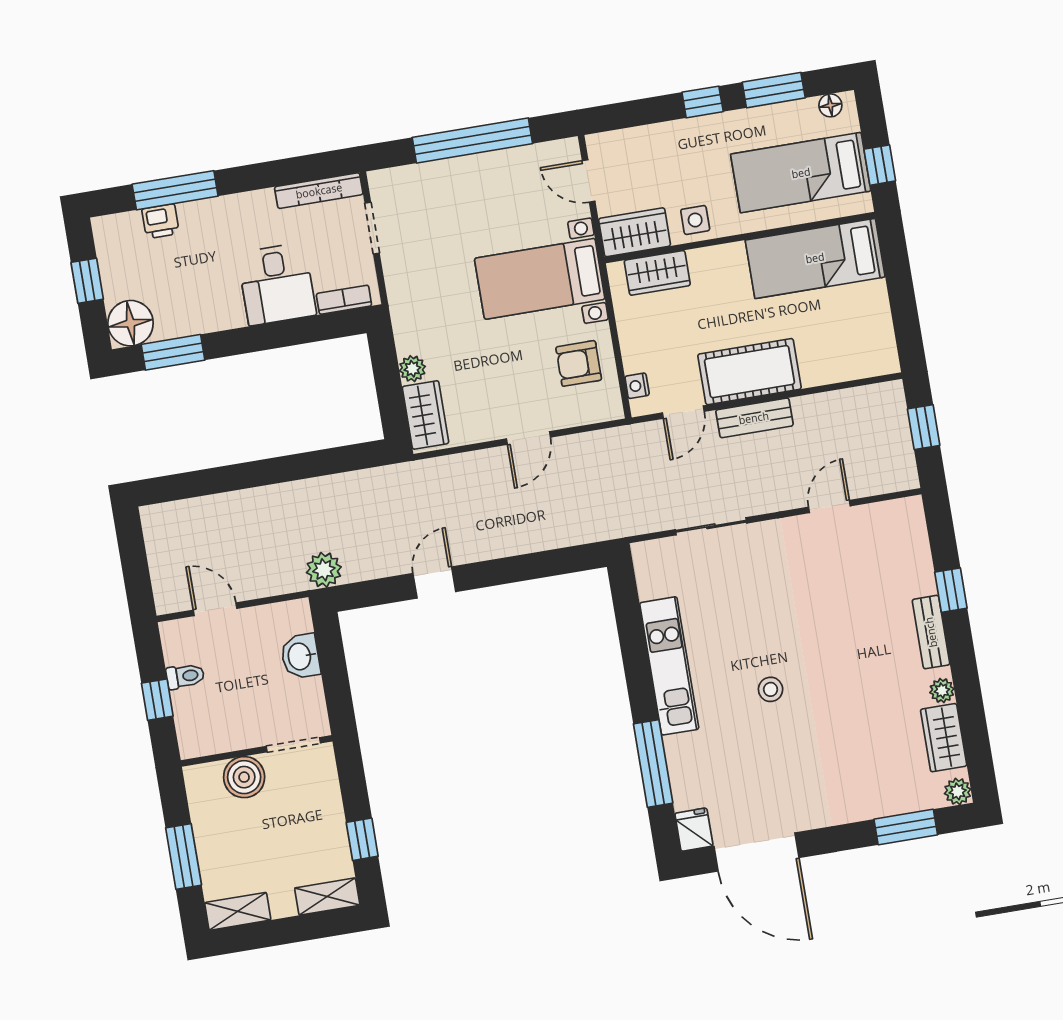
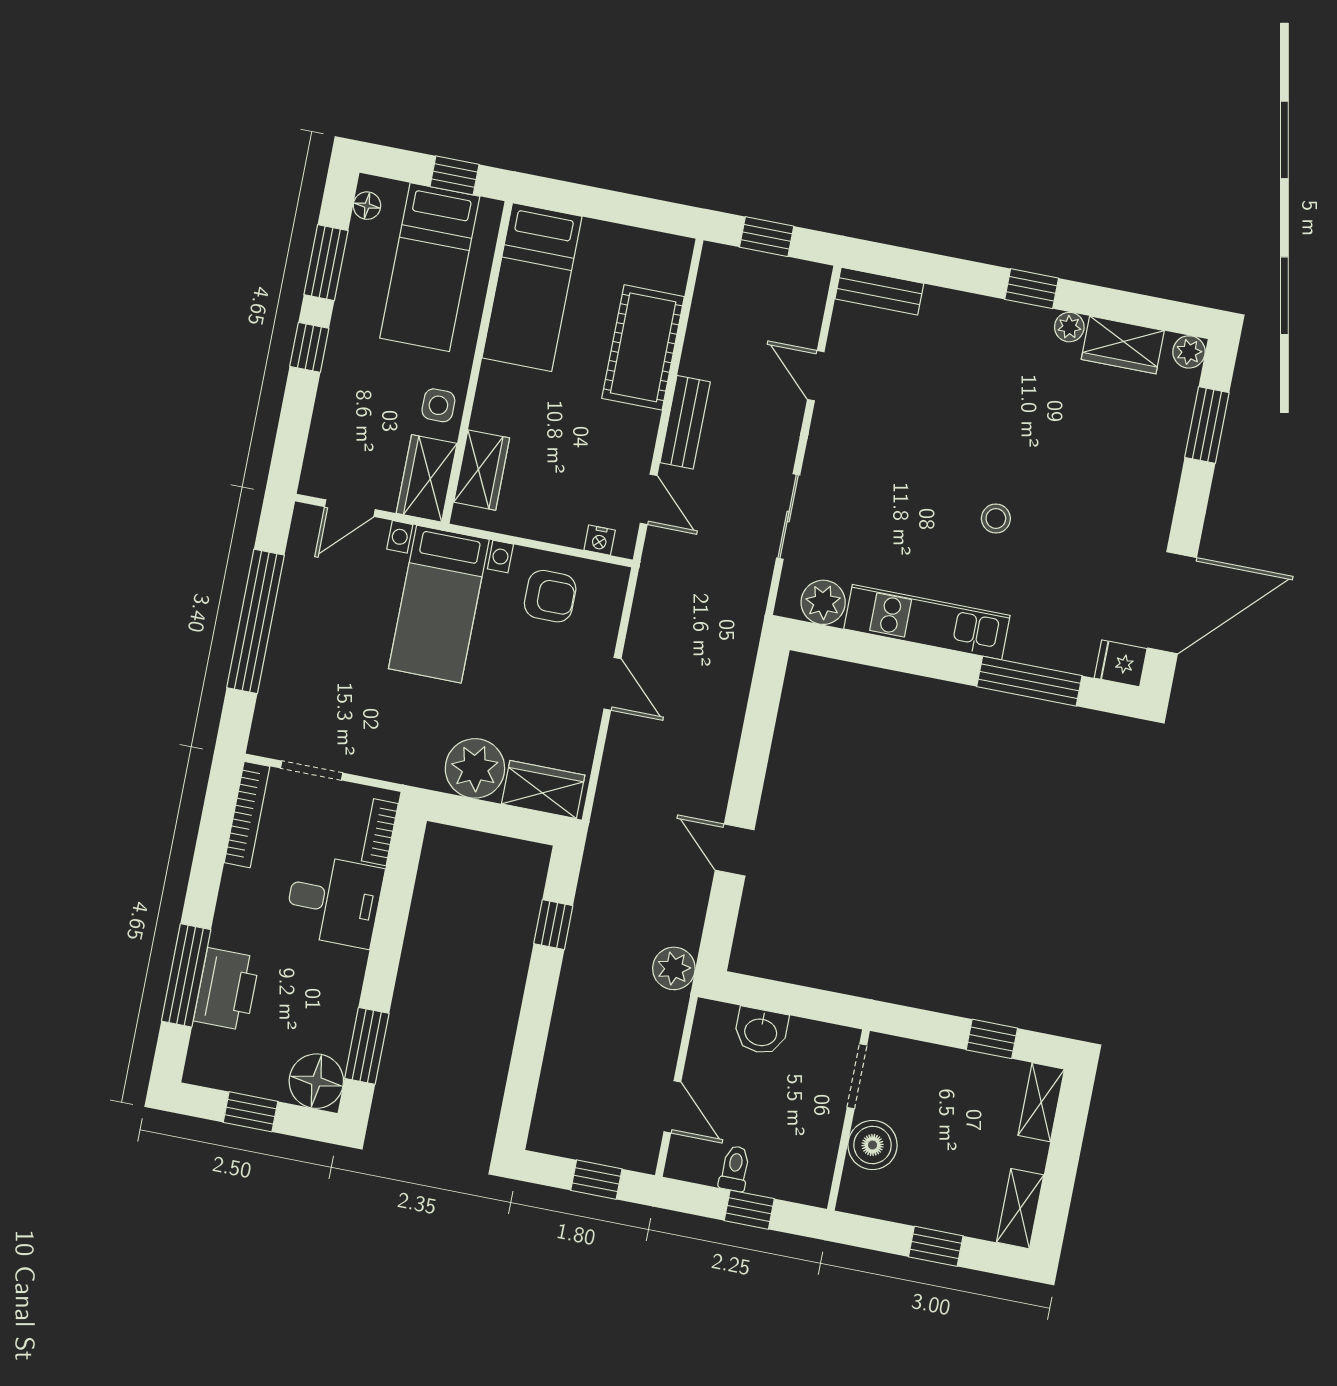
printer: (160, 221) -> (227, 989), width x1.87, depth x1.48
armchair: (579, 363) -> (550, 596), turned -90
plant: (412, 369) -> (475, 768), width x1.87, depth x1.87
cot: (749, 372) -> (643, 347), moved
window: (323, 463) -> (553, 925), added
window: (136, 571) -> (596, 1180), added
plant: (654, 579) -> (823, 602), added
window: (951, 590) -> (1032, 289), moved
door: (215, 609) -> (672, 1107), swing flipped
bench: (931, 632) -> (879, 291), moved
window: (184, 856) -> (936, 1246), width x0.67

